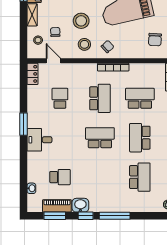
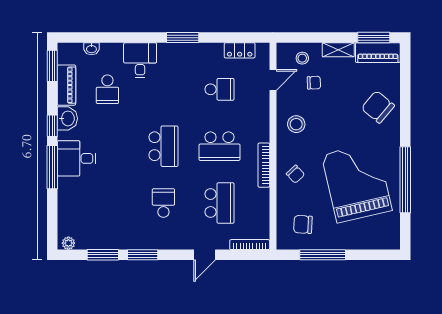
stool: (81, 21) -> (330, 119), removed
chair: (108, 46) -> (295, 174), moved
locker: (33, 74) -> (240, 50), moved
school desk: (140, 138) -> (163, 203), width x0.54
desk: (39, 140) -> (140, 60), moved
school desk: (140, 177) -> (107, 203), removed
desk: (109, 199) -> (77, 158), added
window: (55, 216) -> (52, 66), moved

